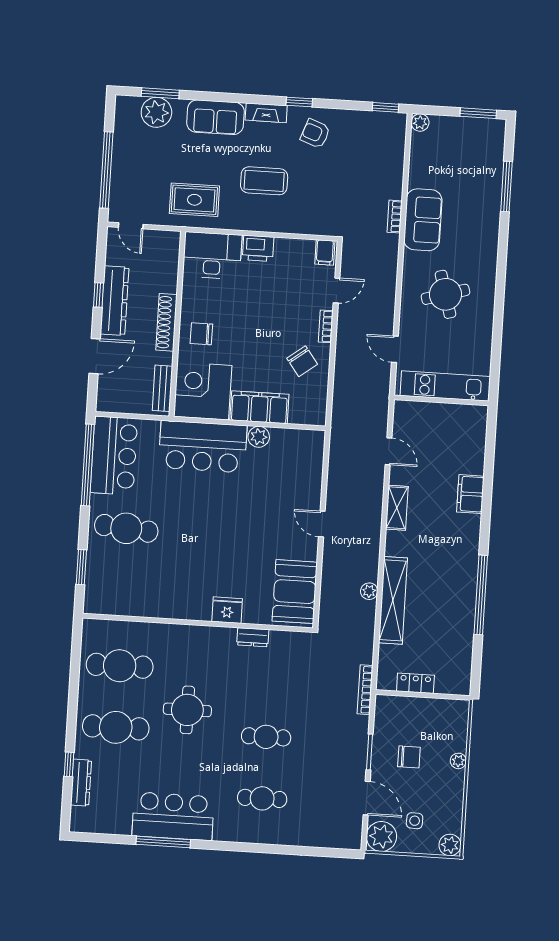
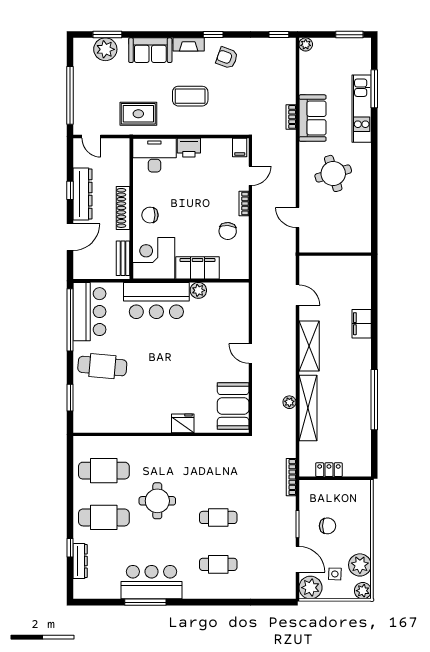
chair: (302, 361) -> (228, 231), turned 41
kitchen unit: (445, 386) -> (362, 109), moved, turned -90
shelving: (397, 508) -> (309, 346), width x1.50, depth x1.33
dresser: (253, 637) -> (203, 443), removed
plant: (458, 761) -> (360, 565), moved, width x1.87, depth x1.87

